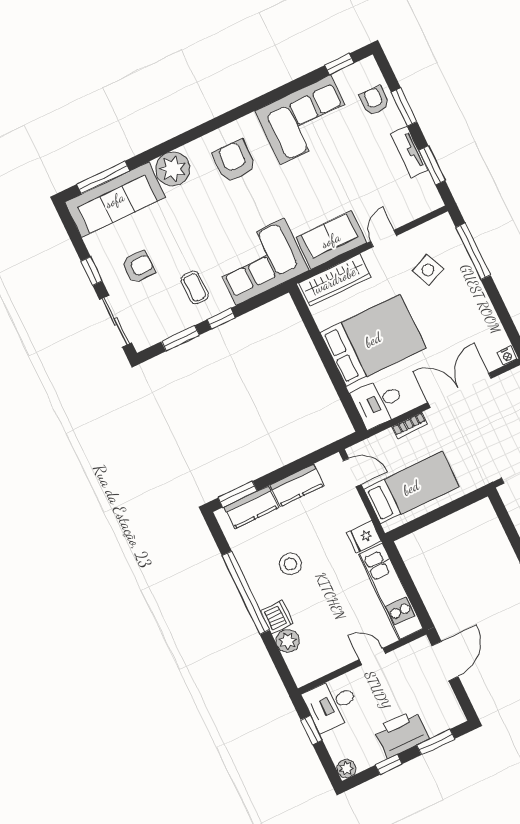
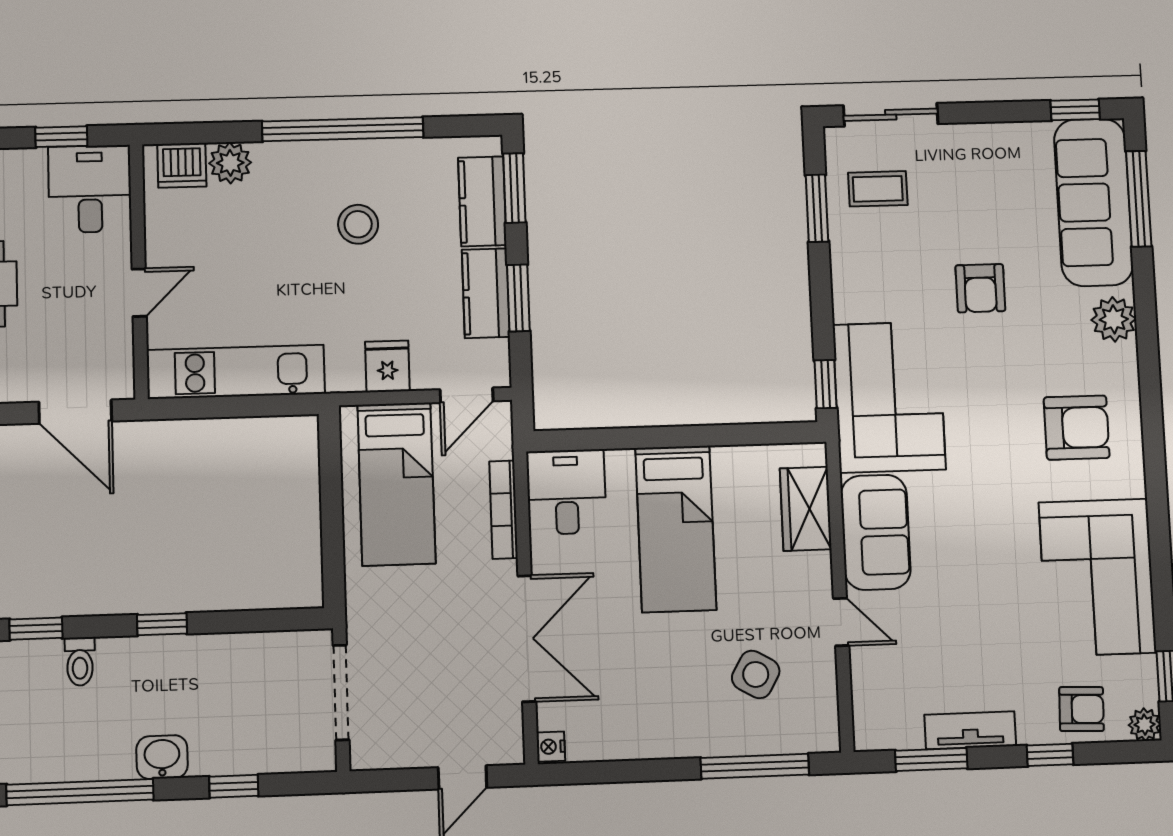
plant: (369, 66) -> (1145, 725), added
window: (404, 107) -> (1050, 755), width x0.67
plant: (173, 169) -> (1114, 319), width x0.73, depth x0.73
armchair: (138, 267) -> (980, 288), moved
side table: (428, 270) -> (756, 674), turned -37
window: (92, 271) -> (1075, 110), moved
wardrobe: (335, 280) -> (806, 509), width x0.67
coffee table: (195, 287) -> (878, 189), moved
window: (221, 319) -> (826, 384), moved
bed: (373, 340) -> (676, 529), width x0.67
bookcase: (410, 425) -> (504, 510), width x1.56
window: (292, 468) -> (518, 298), added
fridge: (364, 537) -> (387, 366), moved
dishwasher: (277, 617) -> (182, 165), moved

